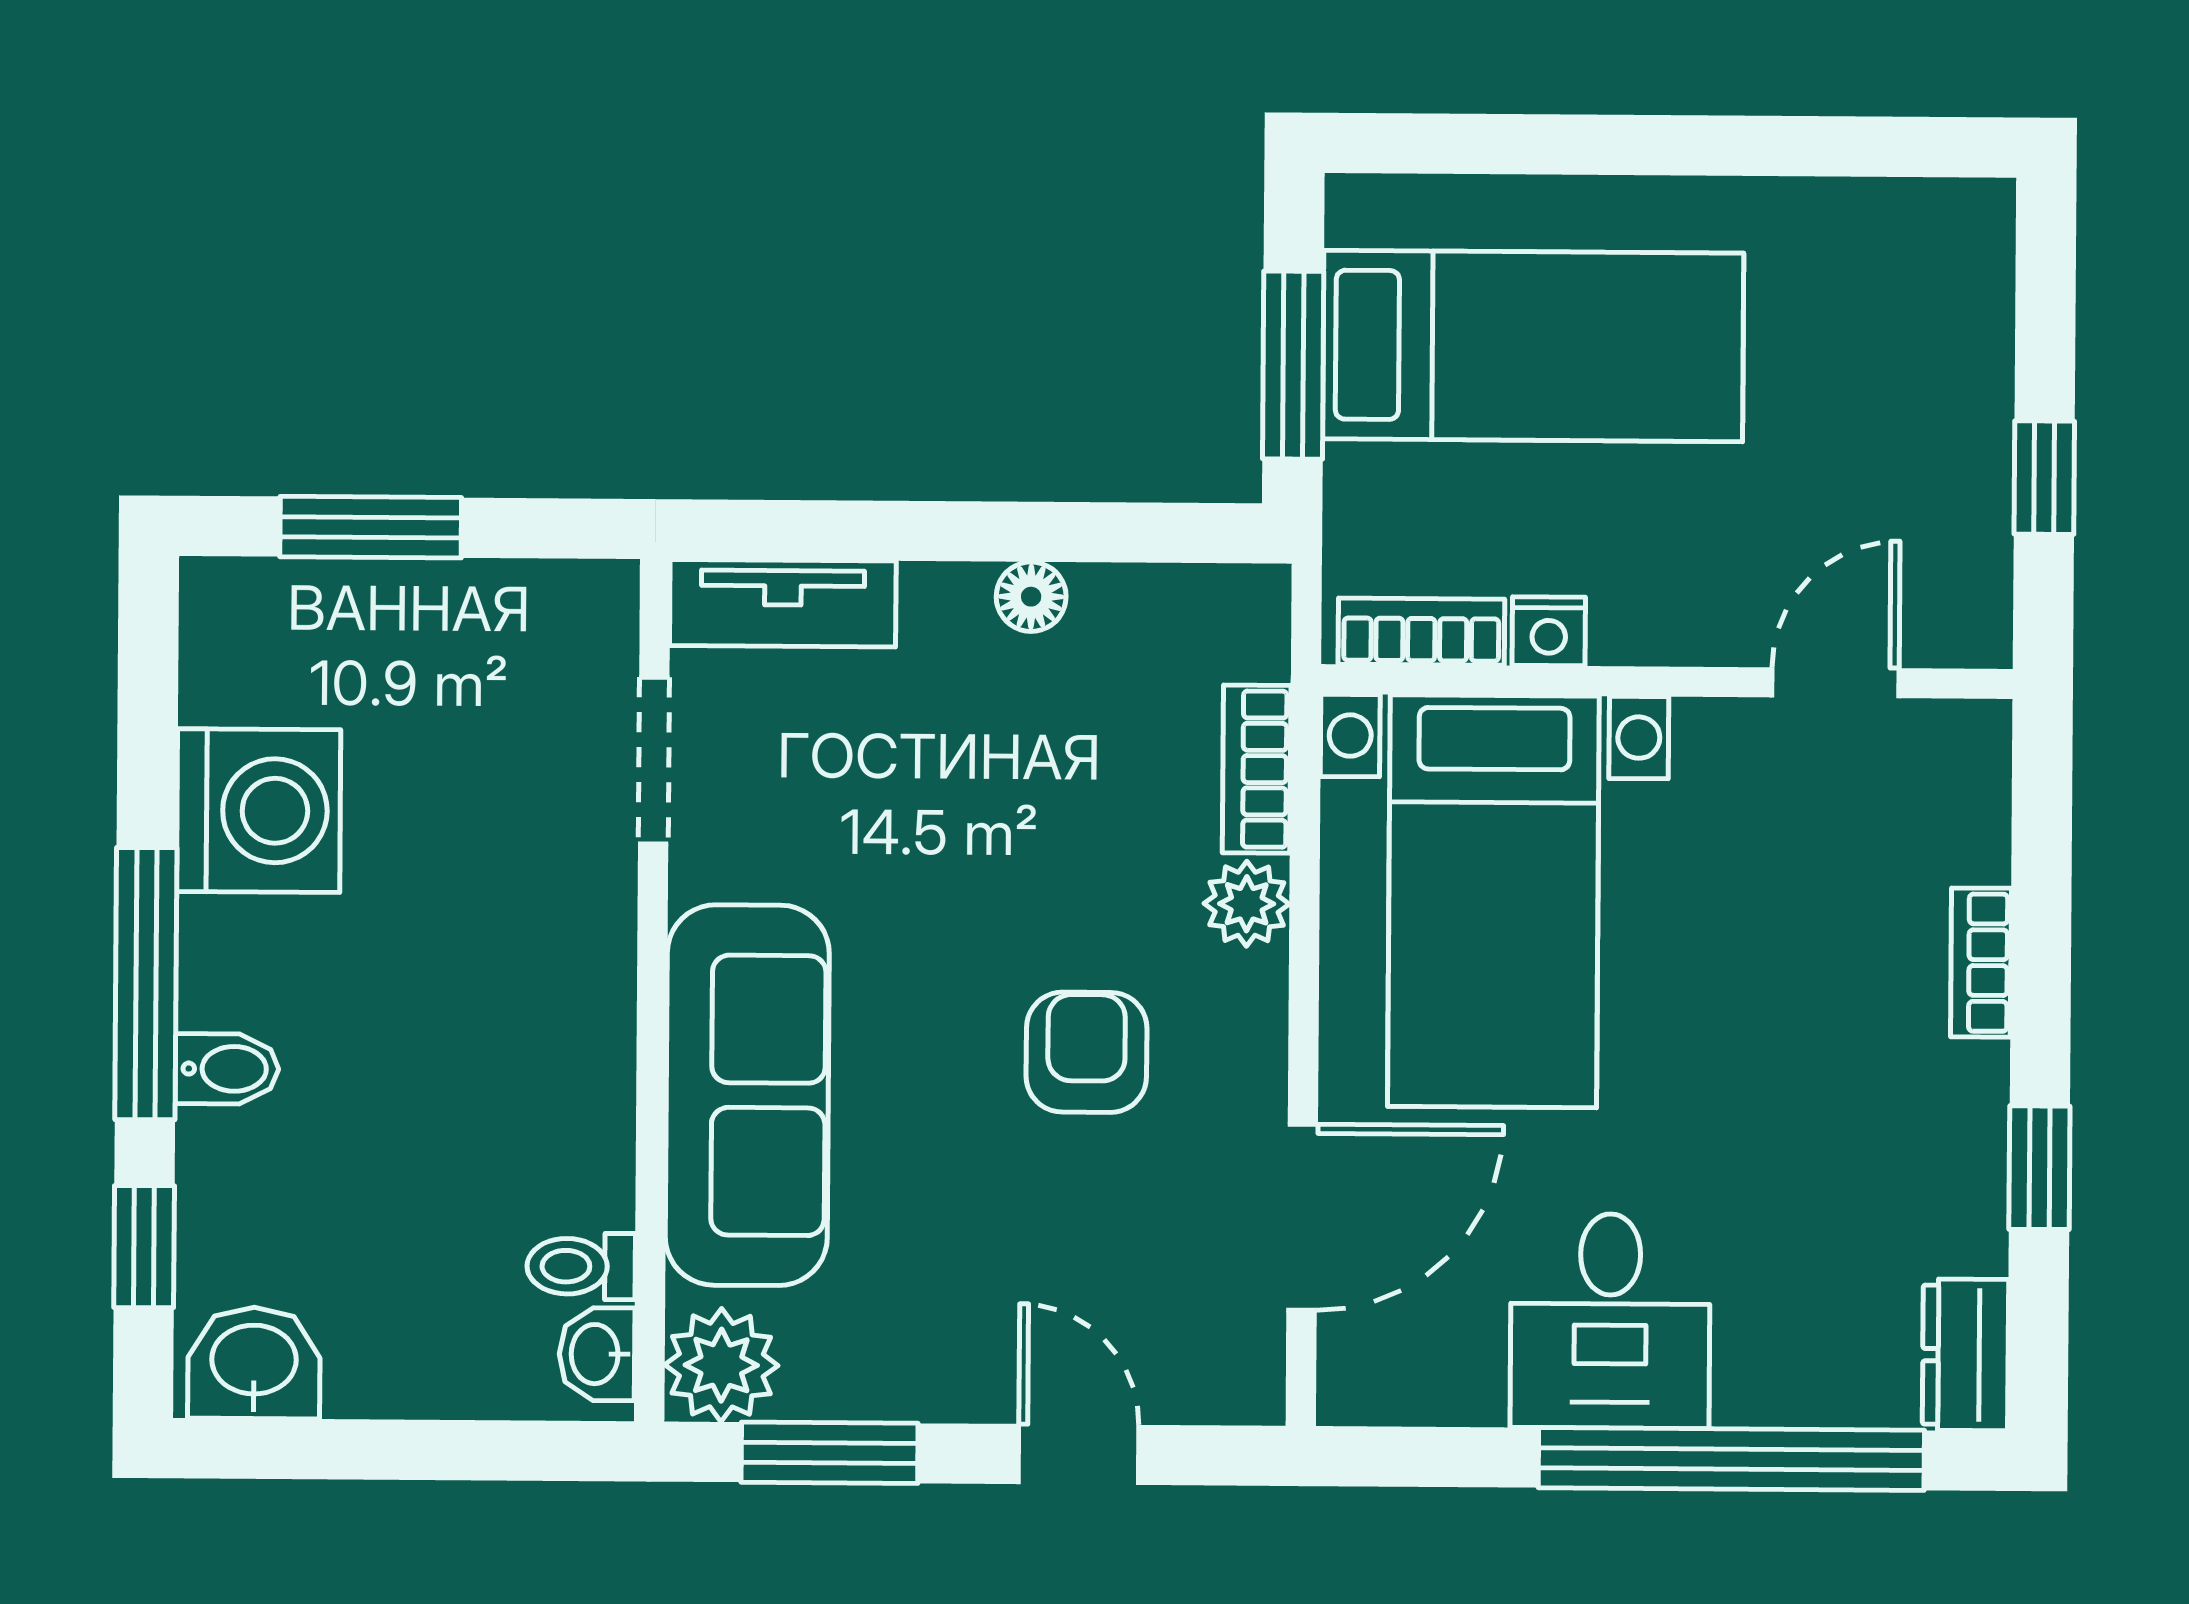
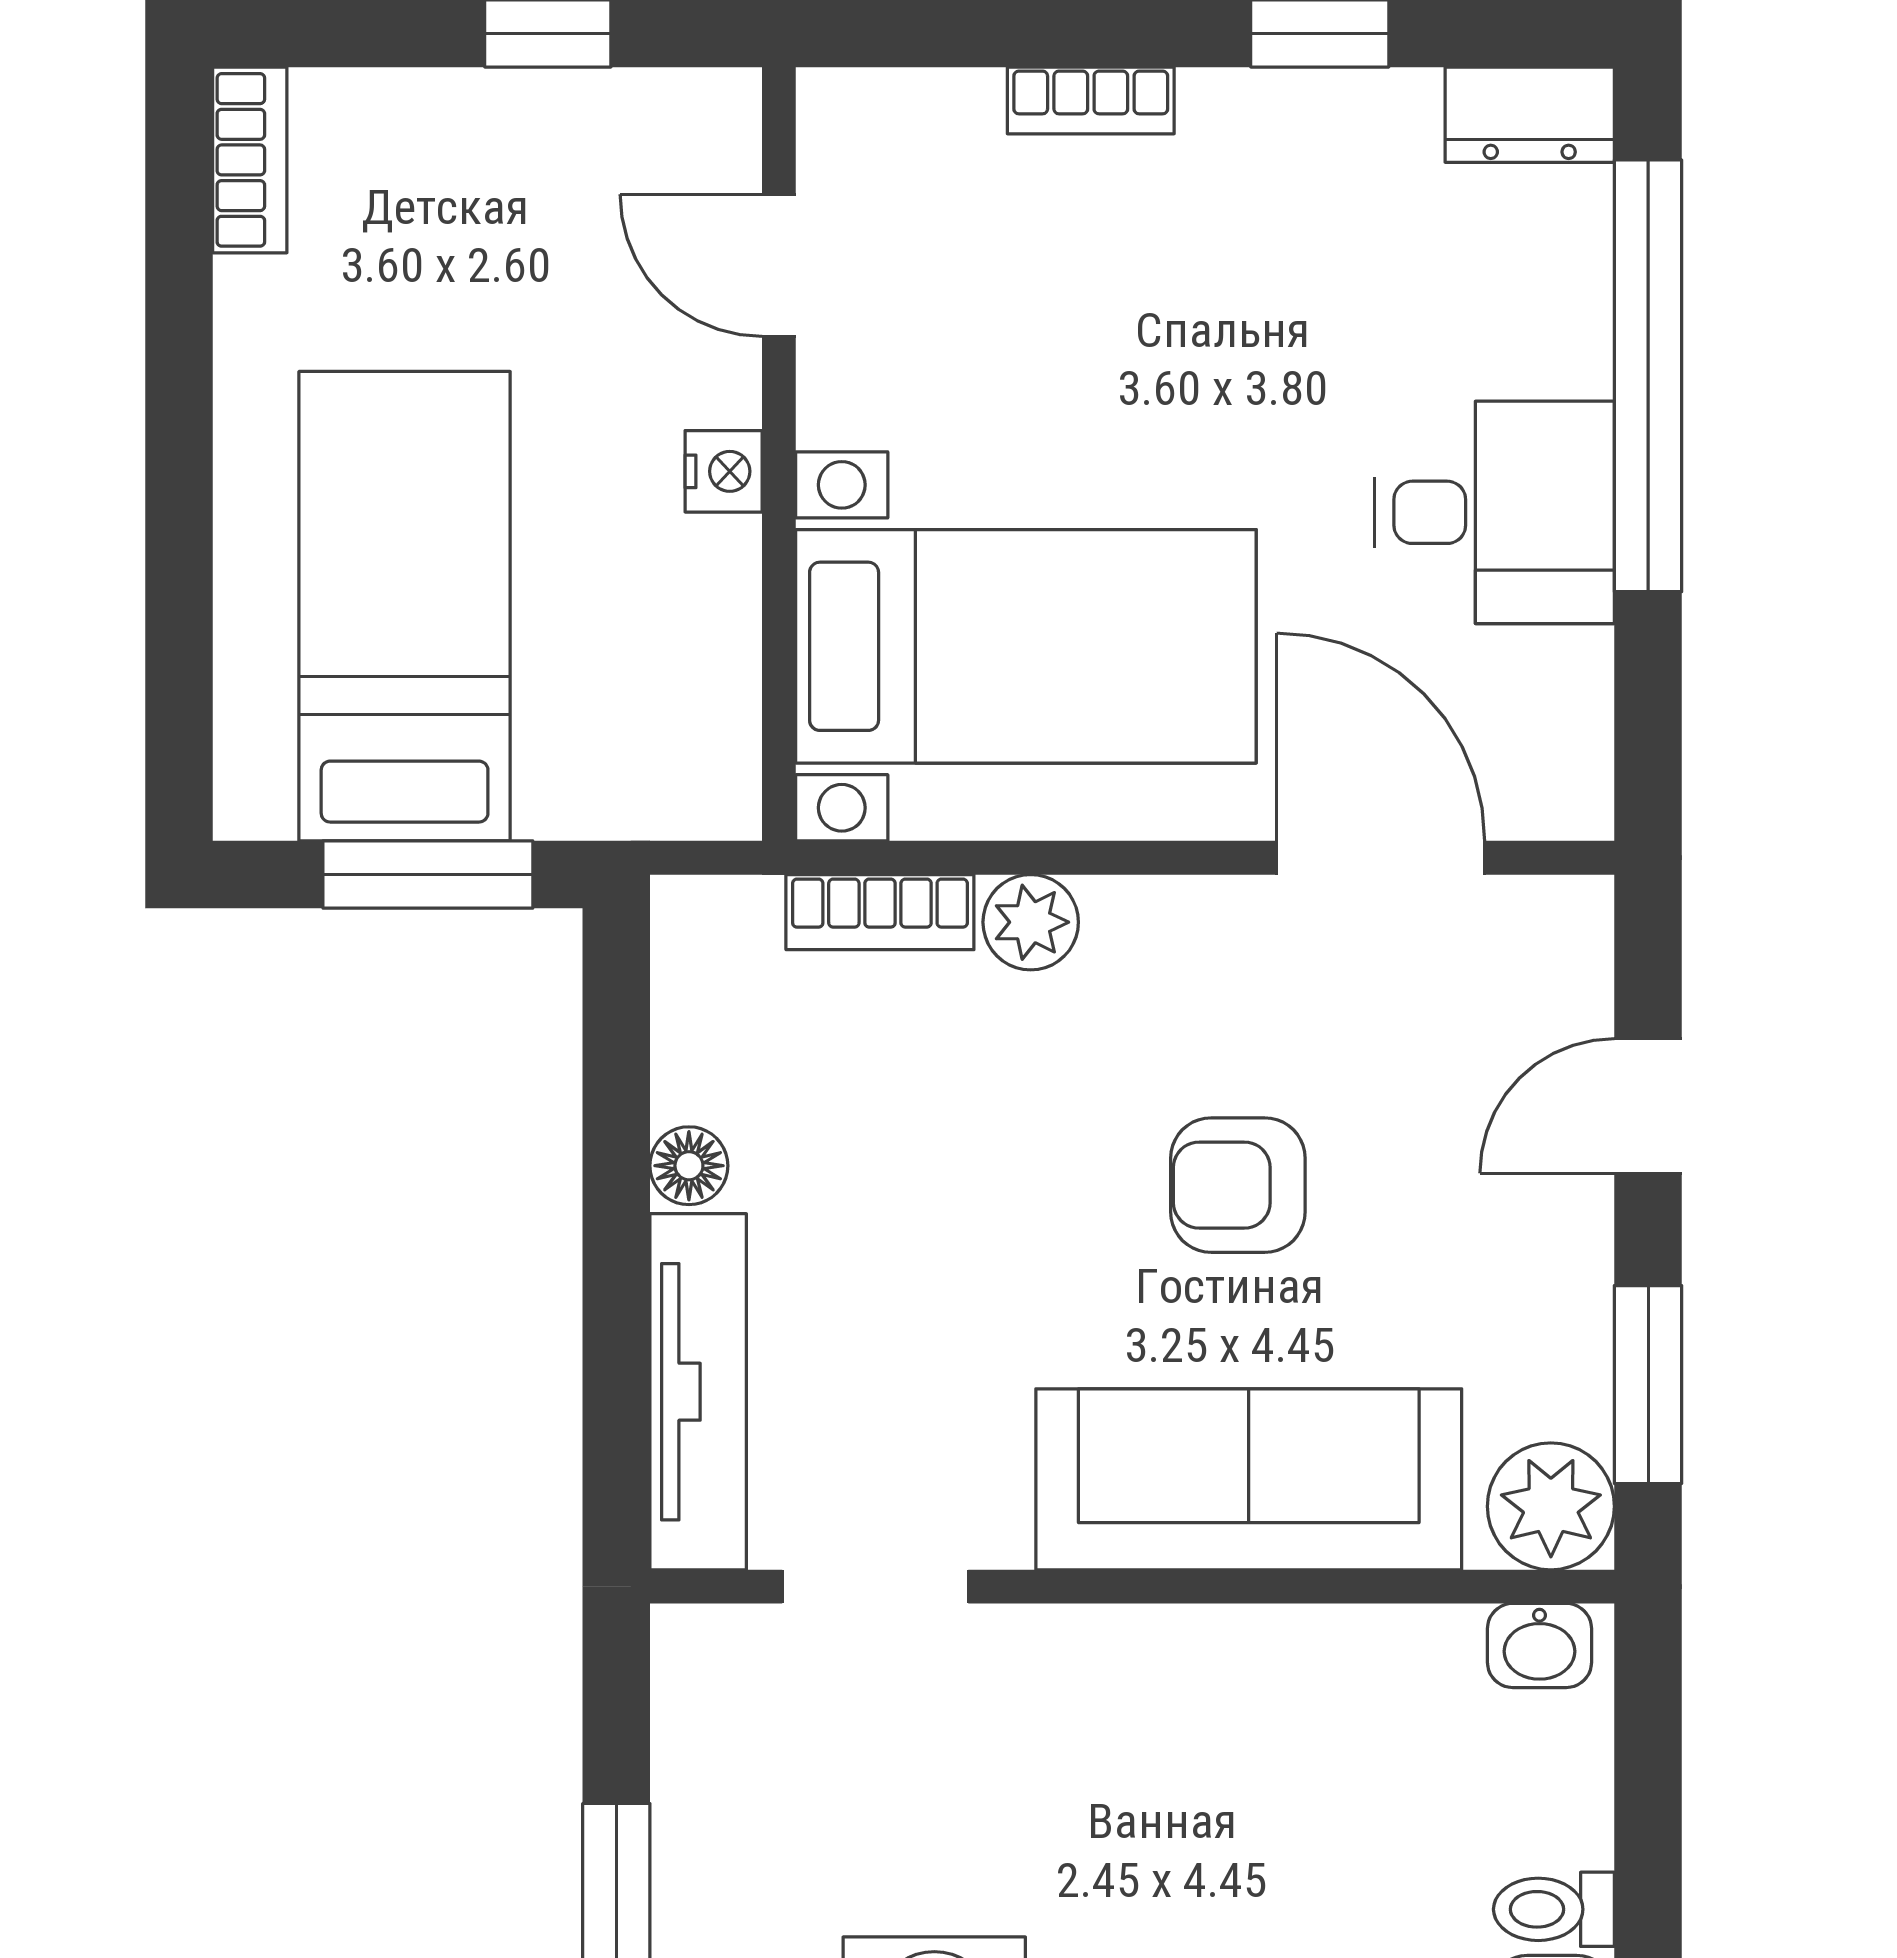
tv unit: (783, 603) -> (698, 1392), width x1.41
nightstand: (1549, 631) -> (724, 471), moved
bookcase: (1421, 632) -> (250, 160), moved, turned 180
armchair: (1087, 1052) -> (1238, 1185), moved
toilet: (581, 1266) -> (1554, 1909), moved, turned 90

